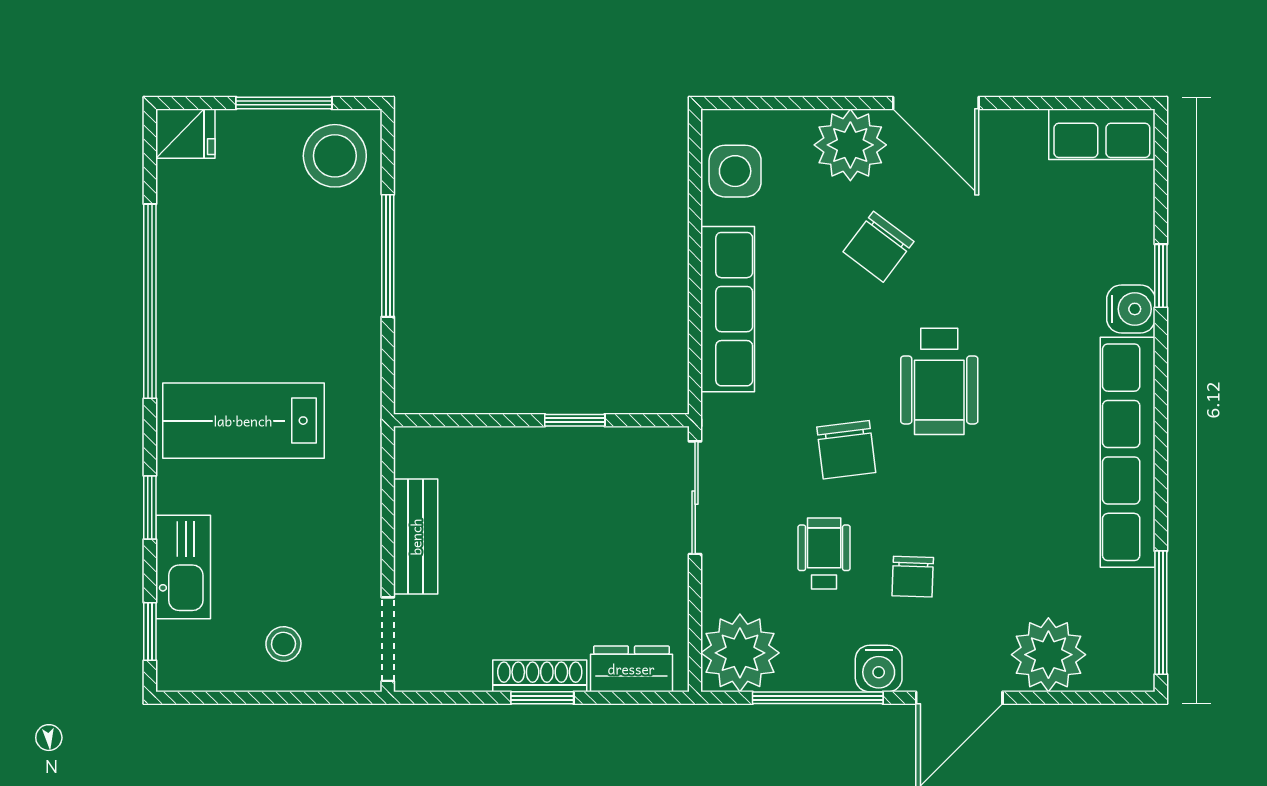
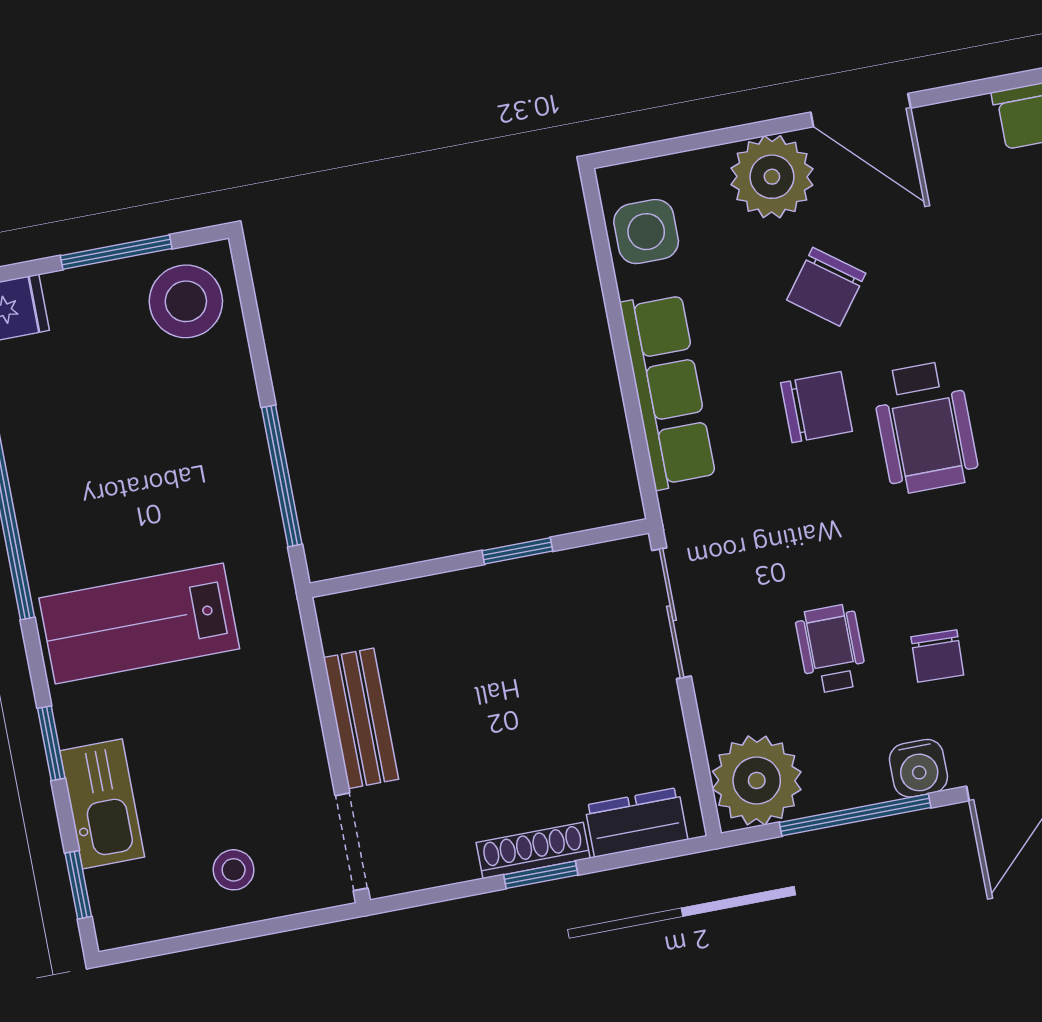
window: (388, 256) -> (282, 476), moved
chair: (846, 450) -> (816, 407), moved, turned -83

